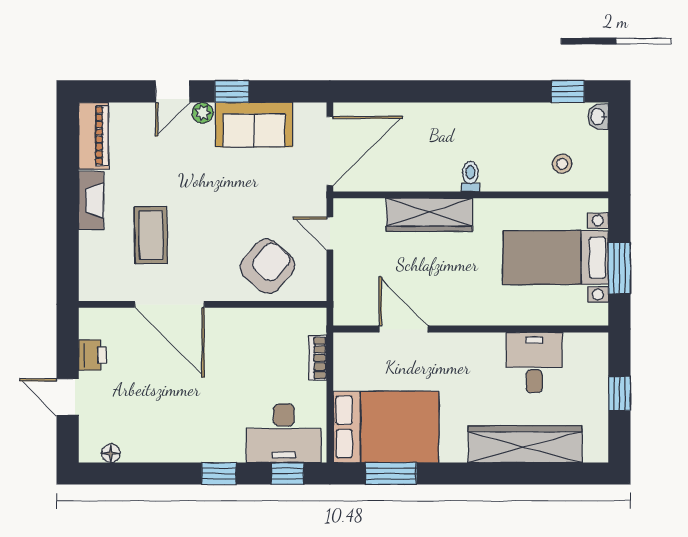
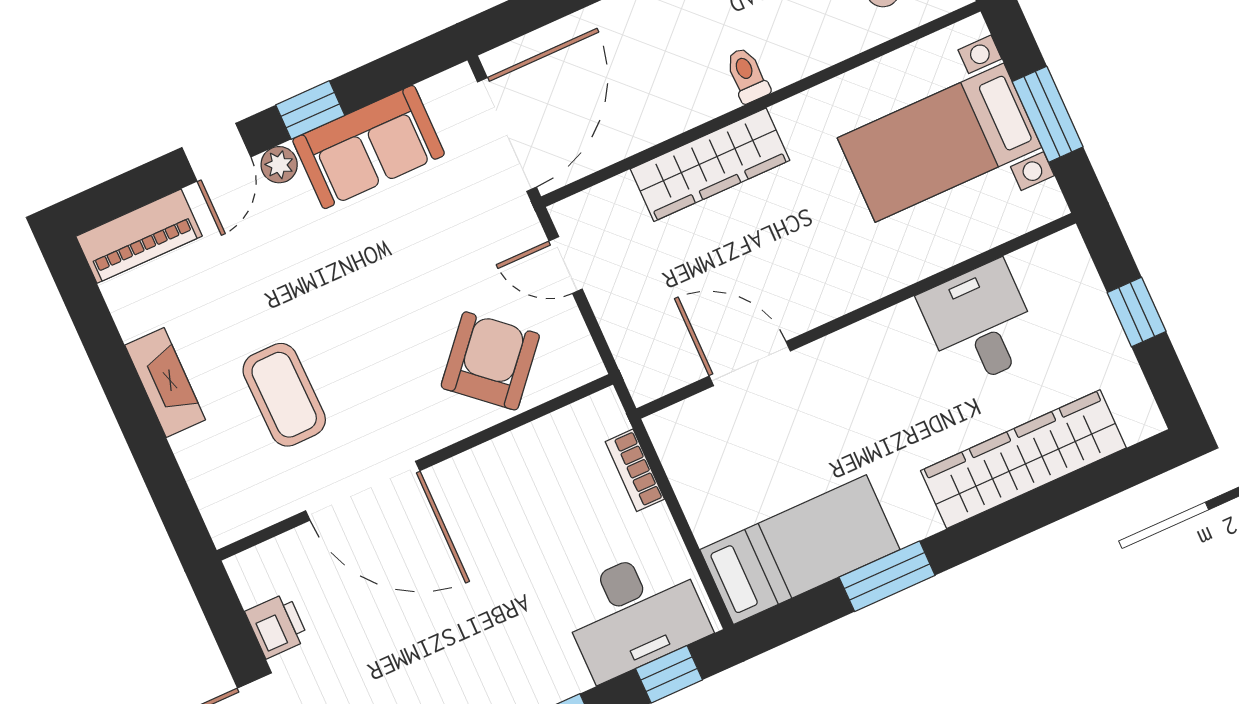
piano: (93, 136) -> (139, 236), moved, turned 90
bed: (386, 427) -> (800, 550), width x0.67
window: (391, 474) -> (887, 576), moved

